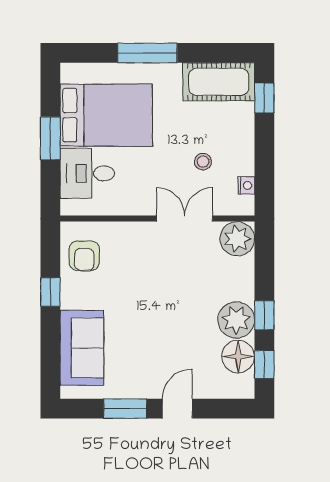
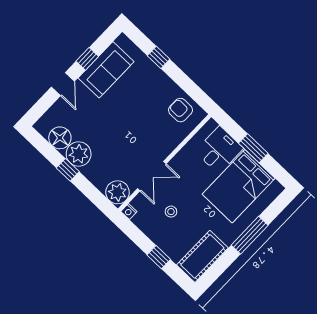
window: (264, 98) -> (159, 257), moved
nightstand: (246, 185) -> (129, 212), moved
window: (50, 292) -> (159, 57), moved
sofa: (82, 348) -> (106, 70), moved, turned -90
window: (264, 364) -> (44, 147), removed
window: (125, 409) -> (87, 59), width x0.67

